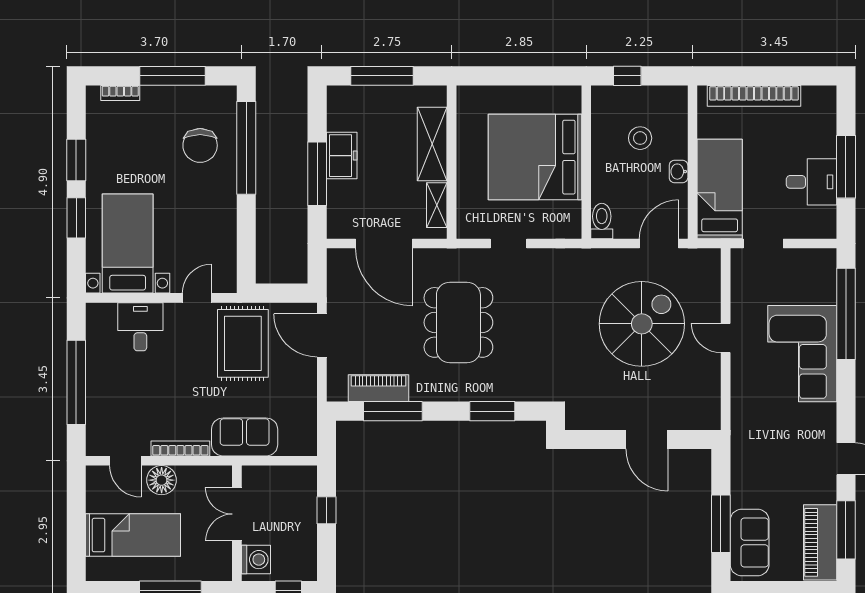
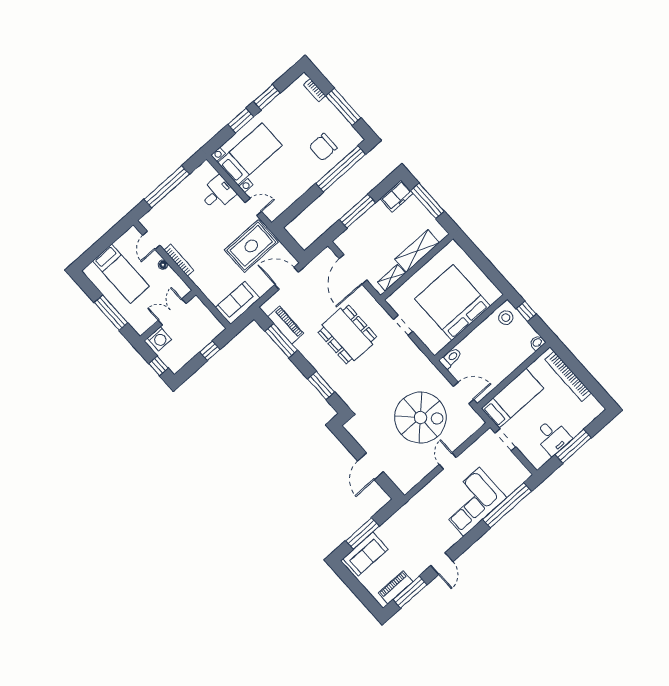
stool: (640, 138) -> (506, 318), moved
freezer: (342, 156) -> (397, 196), moved
washbasin: (679, 172) -> (537, 343), moved
dining table: (458, 322) -> (347, 335), turned 90
door: (322, 335) -> (287, 278), hinge flipped
sofa: (245, 437) -> (238, 303), moved, turned -90
floor lamp: (162, 480) -> (163, 265), width x0.53, depth x0.53
piano: (820, 542) -> (396, 587), width x0.73, depth x0.75

